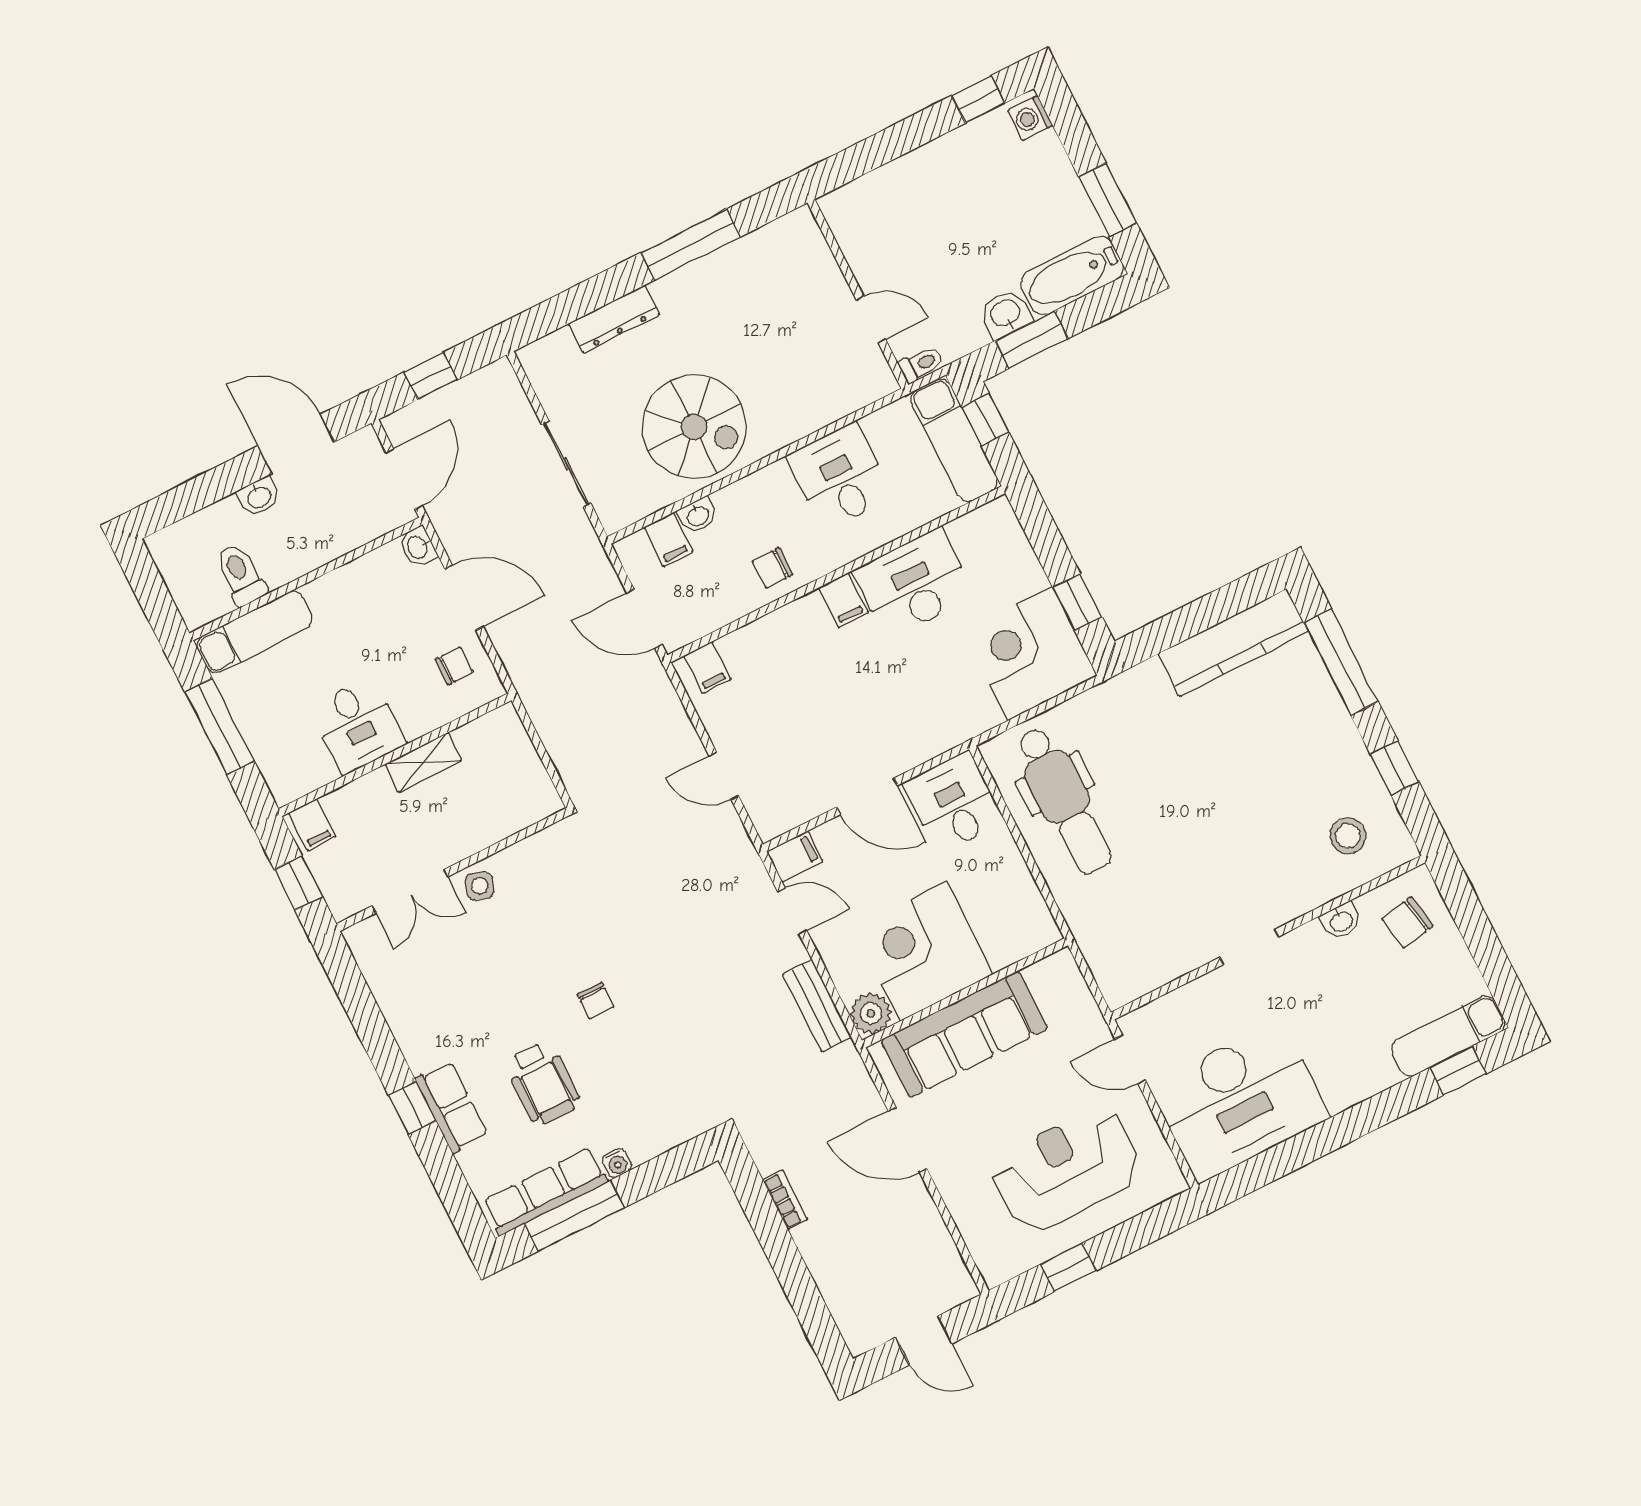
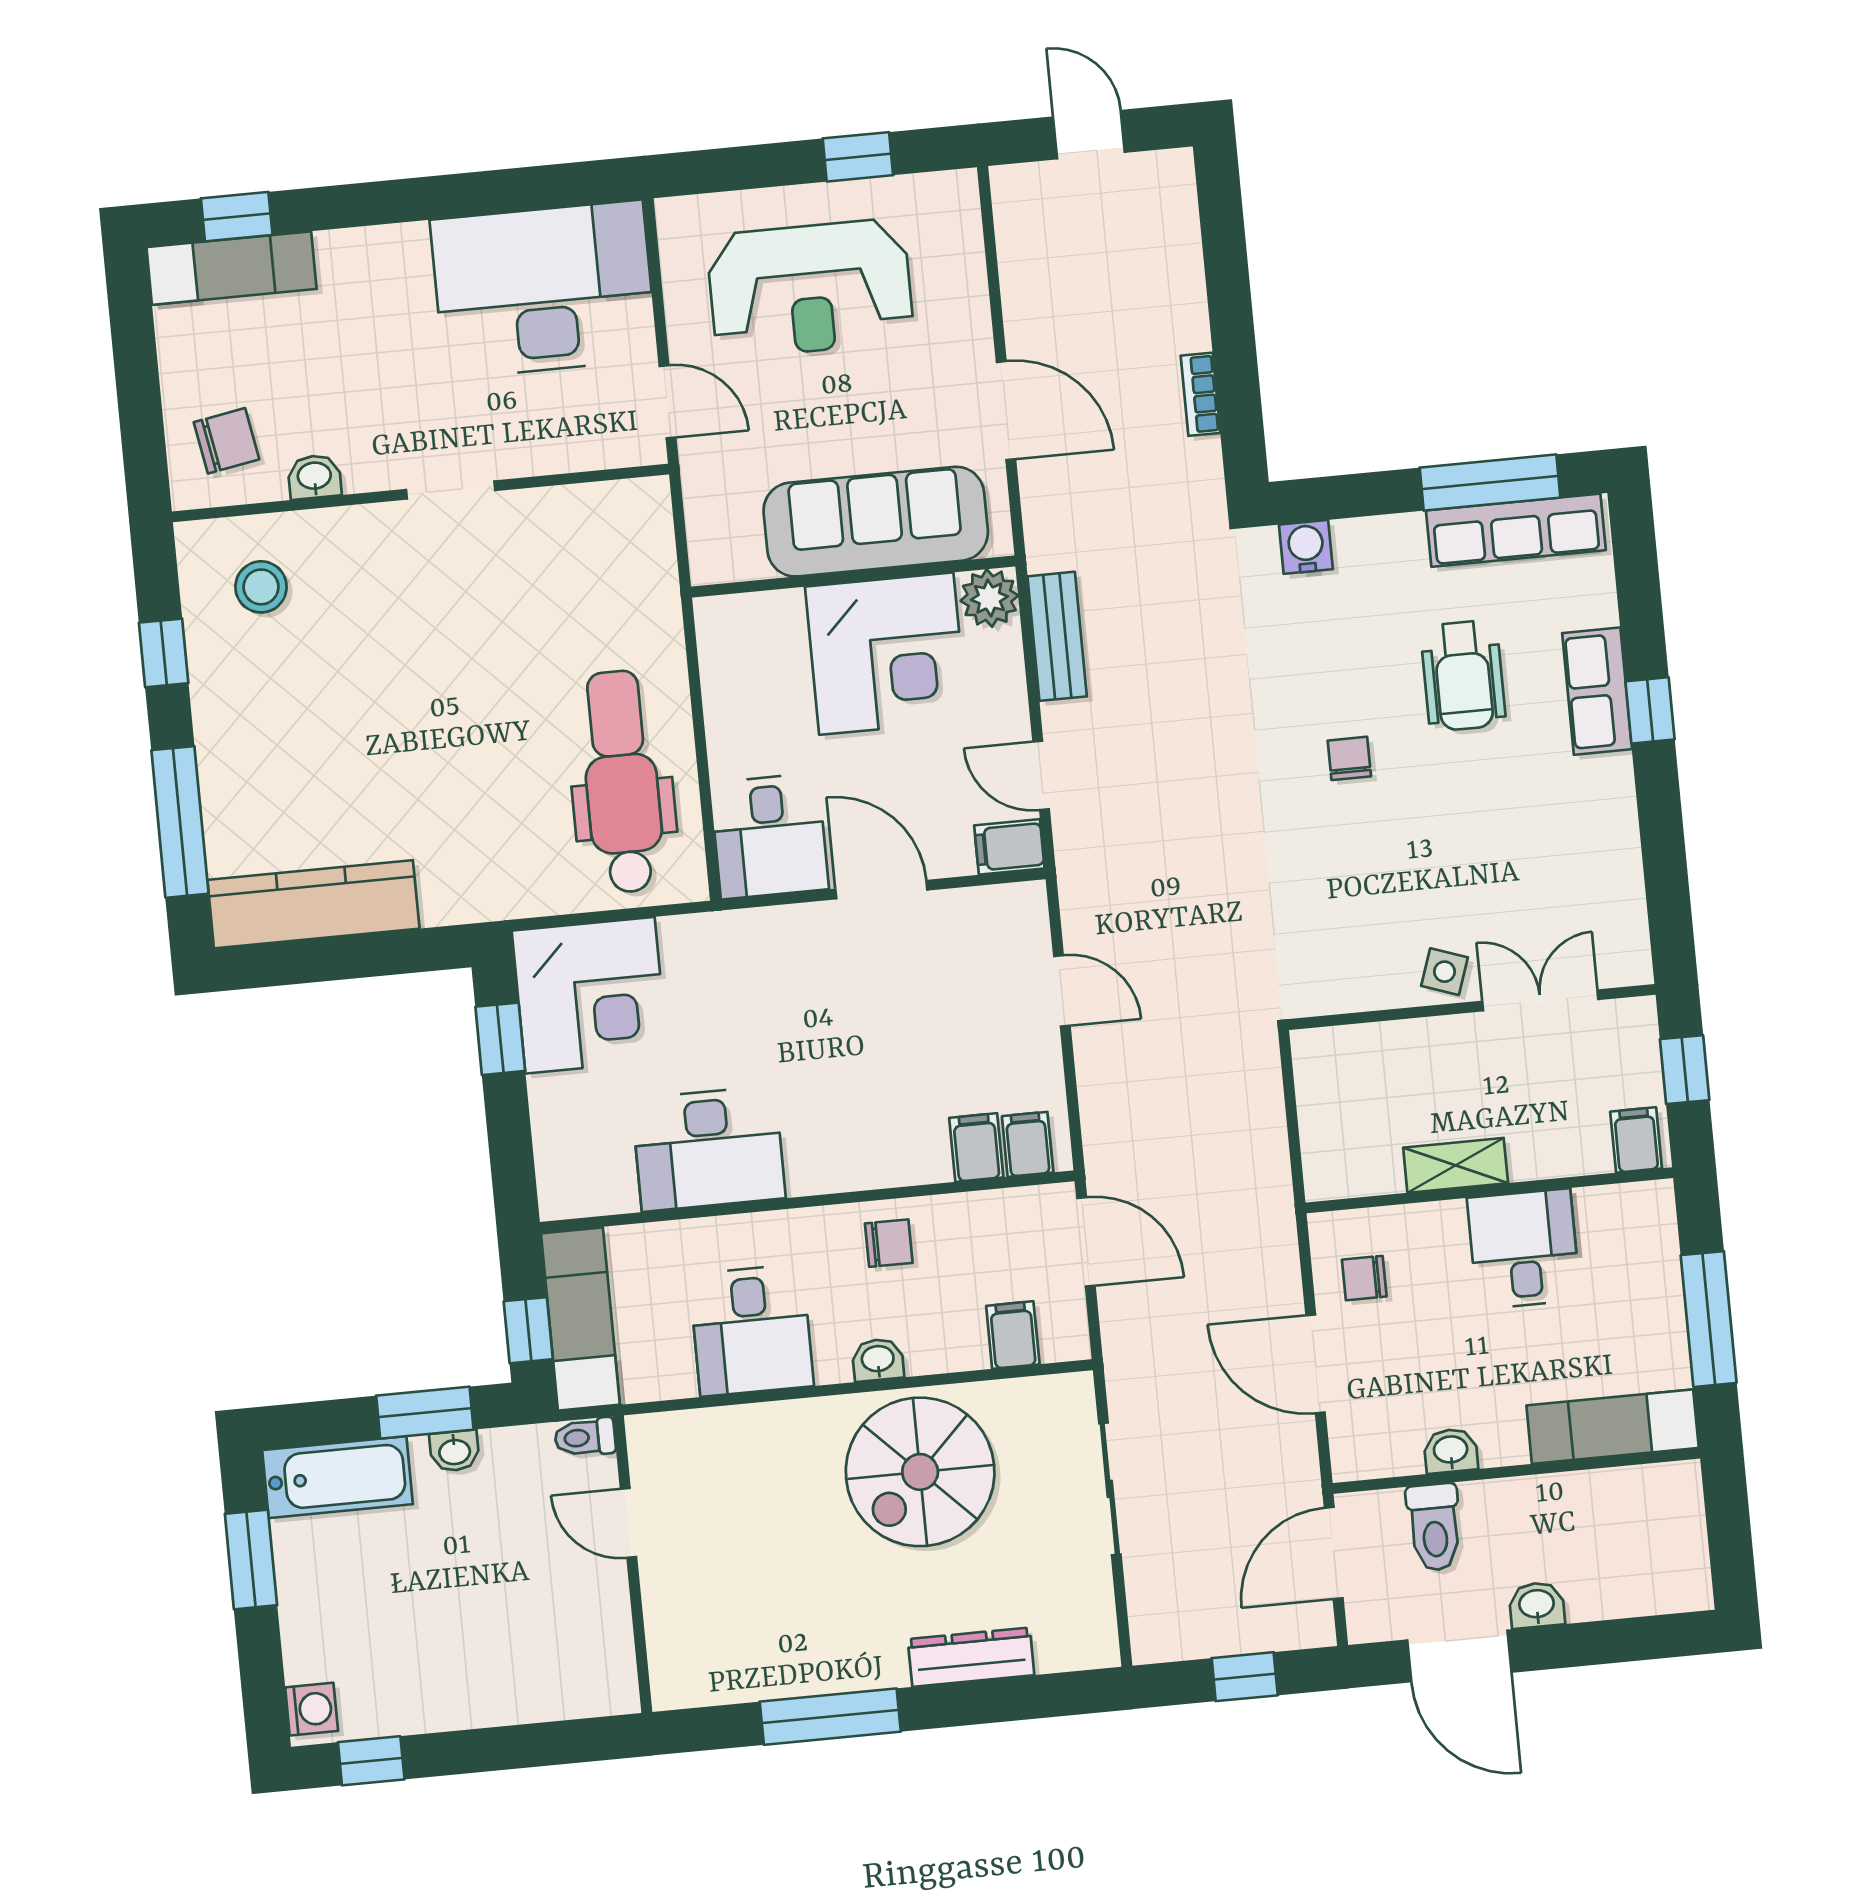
washbasin: (1006, 314) -> (454, 1451), width x0.72, depth x0.69
spiral stairs: (694, 427) -> (920, 1472), turned -90
washbasin: (698, 516) -> (878, 1360), moved
washbasin: (418, 547) -> (1451, 1451), moved, turned -90
toilet: (241, 574) -> (1434, 1527), moved
filing cabinet: (843, 600) -> (976, 1148), moved
wheelchair: (543, 1083) -> (1463, 676), turned 180
water cooler: (617, 1163) -> (1306, 547), moved, width x1.38, depth x1.38

